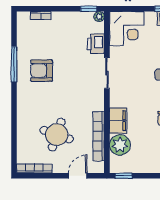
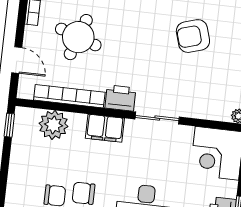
printer: (96, 44) -> (120, 98), moved
armchair: (42, 71) -> (193, 36), moved, turned -107
filing cabinet: (118, 121) -> (105, 128), moved

